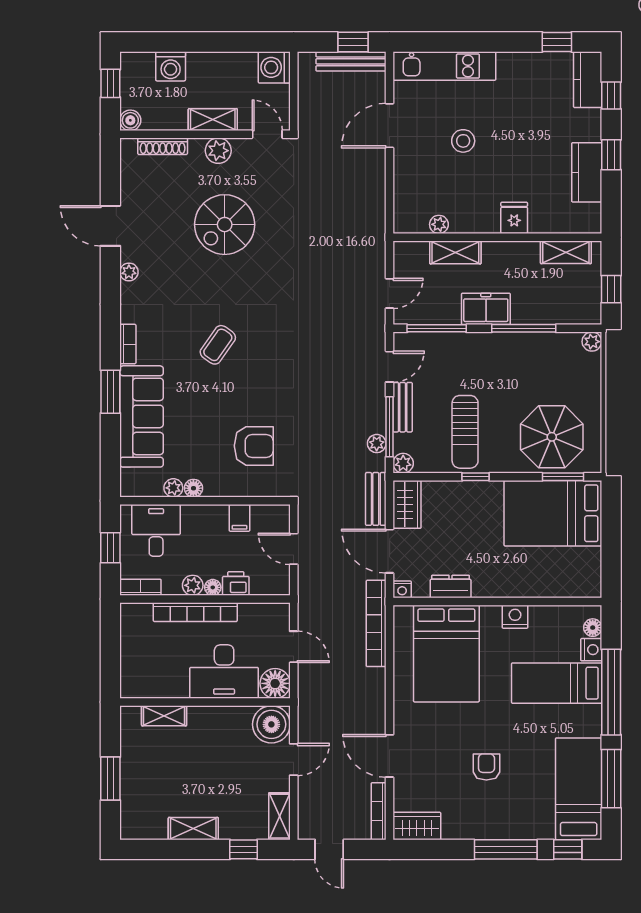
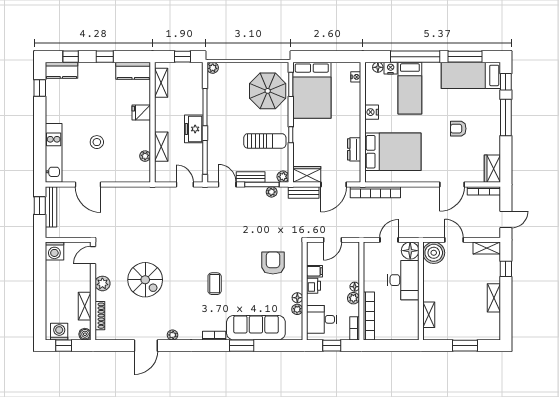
washing machine: (171, 66) -> (59, 332), moved, turned -90
shelving: (213, 120) -> (85, 306), moved
kitchen counter: (587, 172) -> (133, 71), moved
coffee table: (218, 345) -> (215, 284), turned 55
printer: (236, 583) -> (314, 286), moved, turned 180
nightstand: (402, 589) -> (356, 77), moved
bookcase: (195, 612) -> (369, 316), moved

